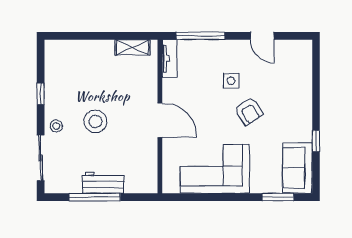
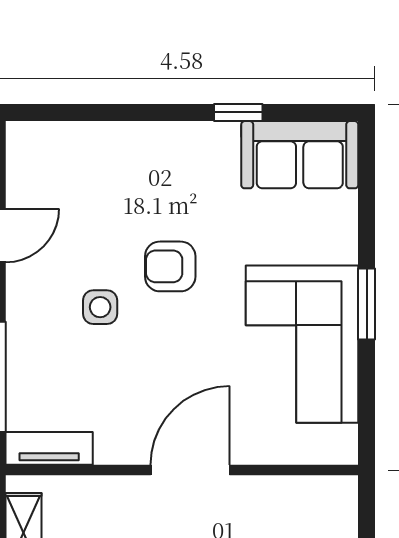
armchair: (249, 111) -> (170, 266), turned -147
window: (278, 197) -> (367, 304), moved

